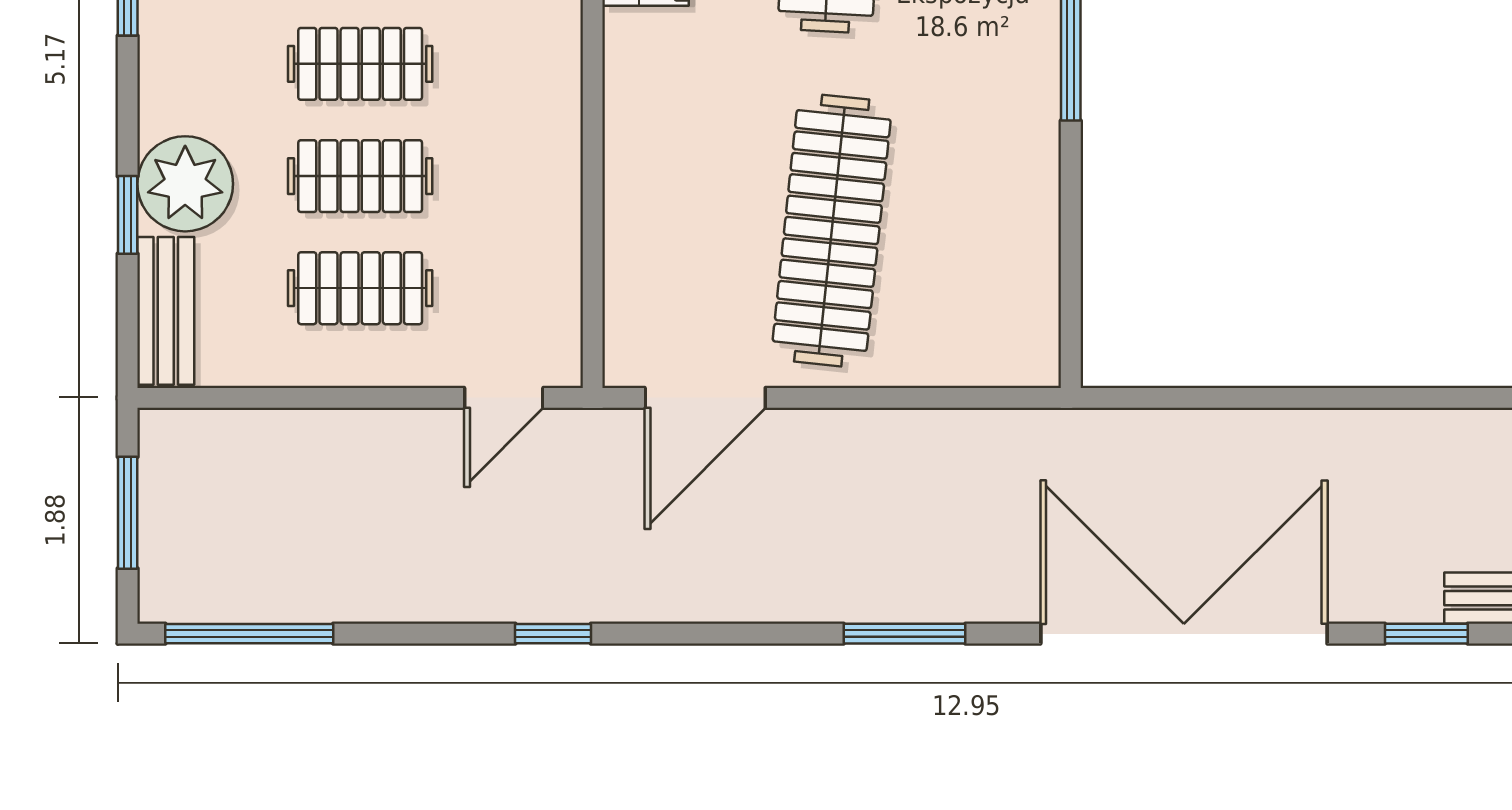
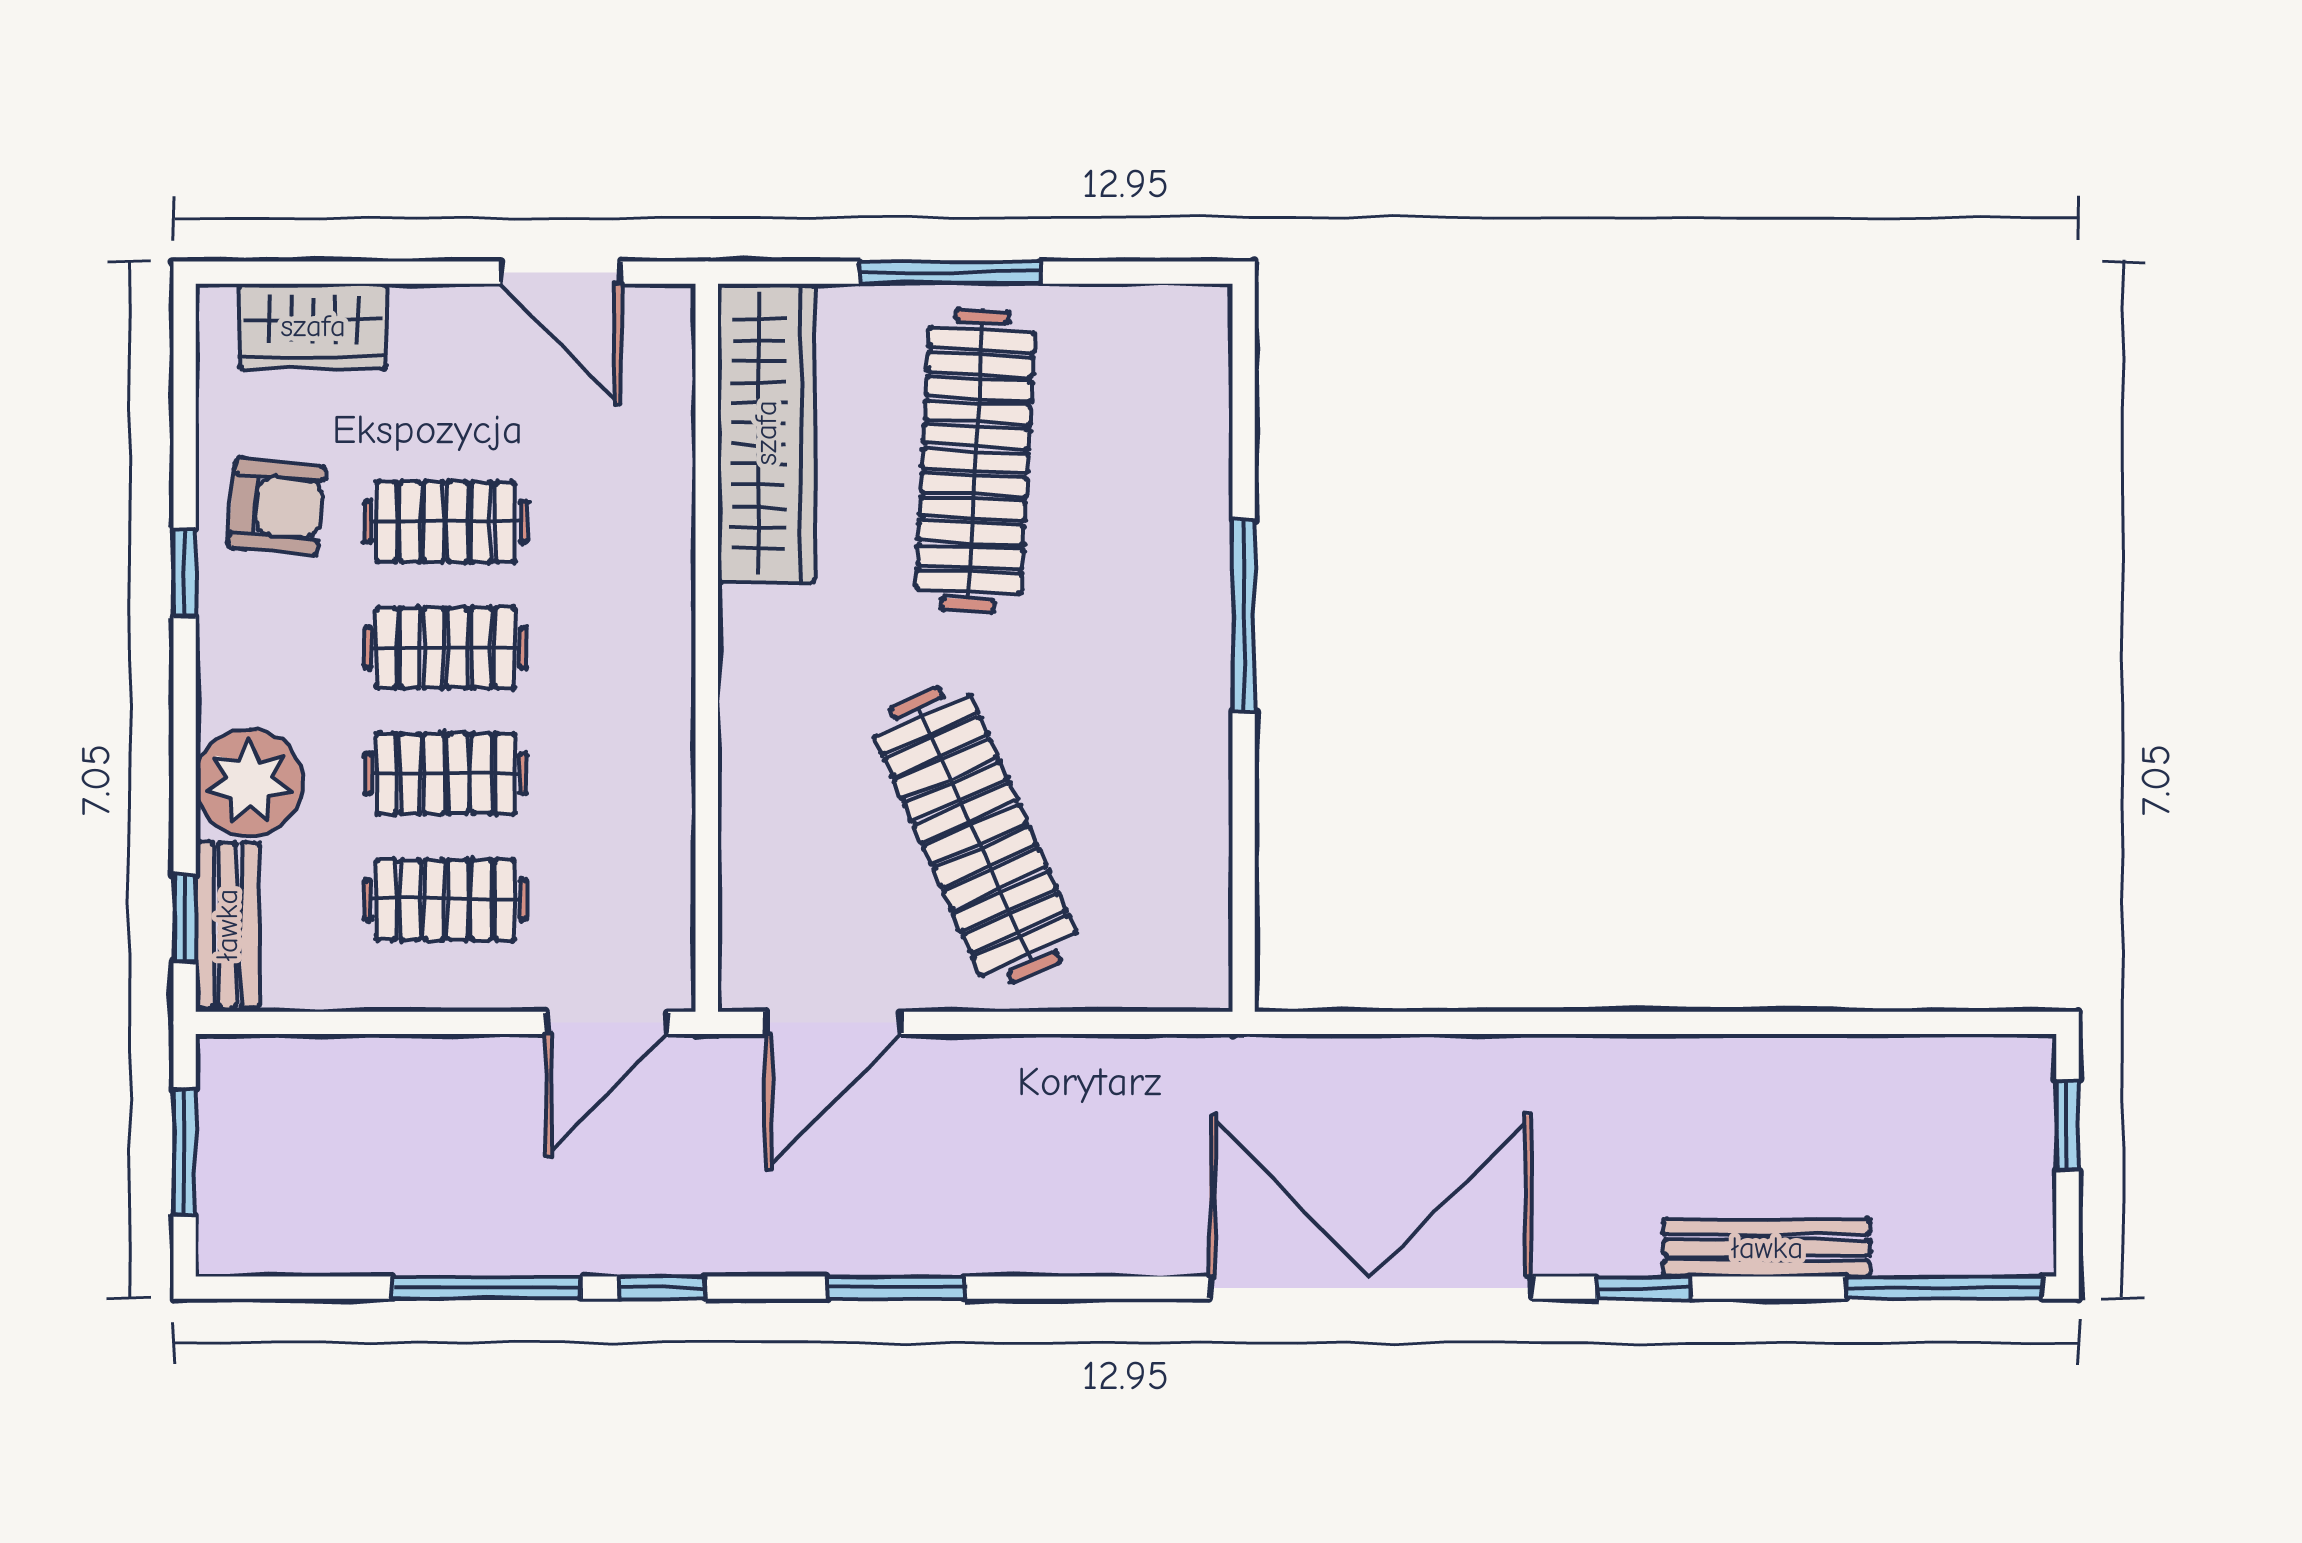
window: (128, 215) -> (185, 918), moved
clothes rail: (832, 231) -> (975, 835), turned -30
door: (504, 398) -> (607, 1023), width x1.38
window: (249, 634) -> (487, 1288), moved
window: (904, 634) -> (896, 1288), moved

